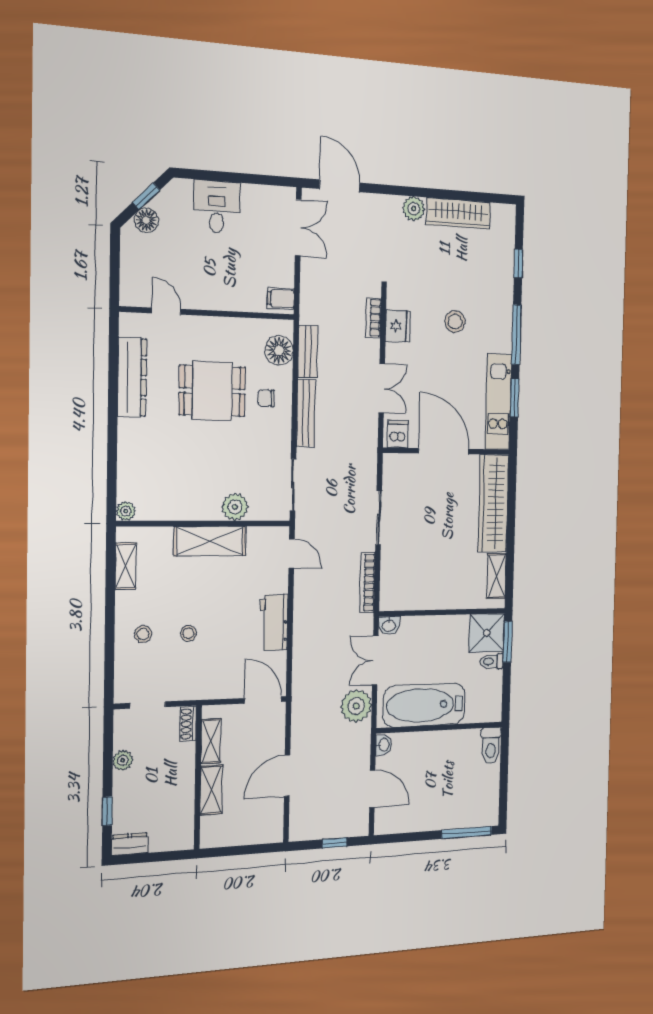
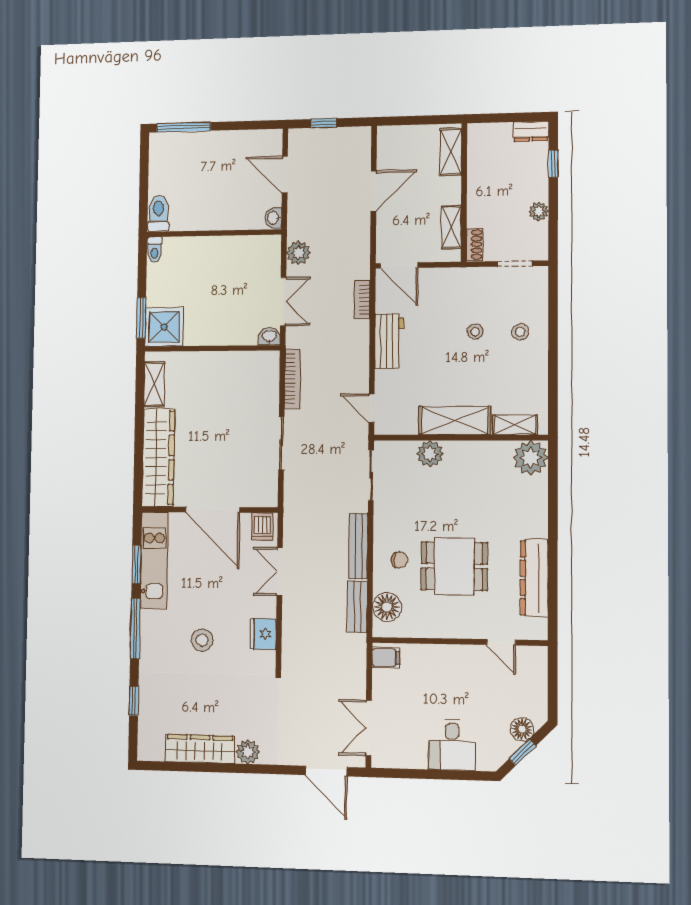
bookcase: (373, 318) -> (362, 300), moved, turned 180
plant: (126, 511) -> (531, 458), width x1.88, depth x1.88
shelving: (126, 566) -> (515, 425), moved, turned 90
toilet: (492, 661) -> (155, 250), moved, turned 90
bathtub: (424, 705) -> (231, 256), removed
plant: (356, 706) -> (298, 253), width x0.73, depth x0.73
shelving: (211, 790) -> (451, 152), moved

